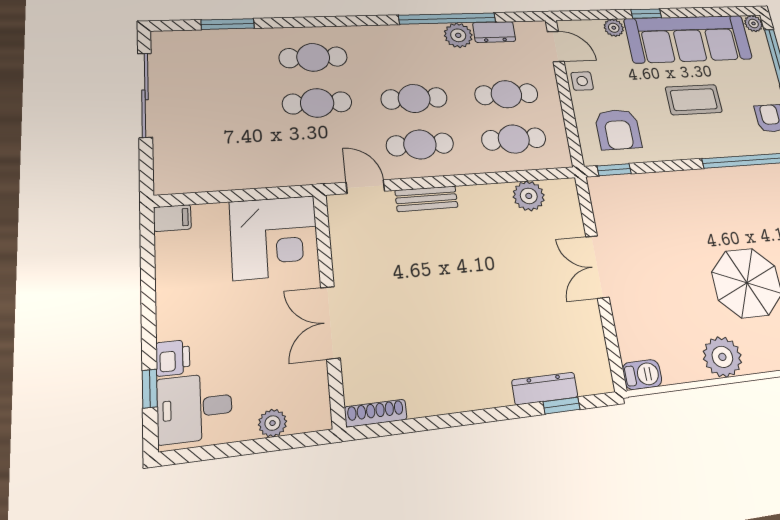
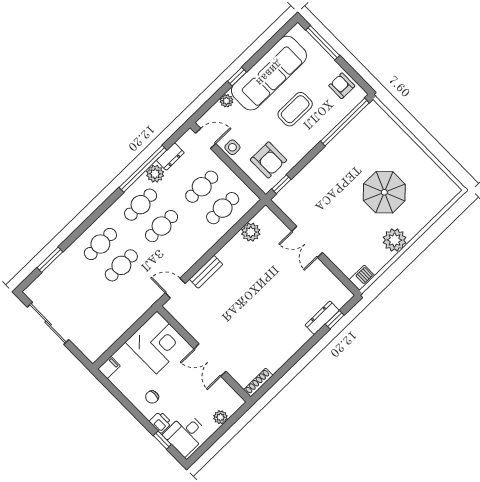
plant: (753, 23) -> (297, 31), removed
cafe table: (420, 144) -> (141, 205), moved
chair: (196, 310) -> (152, 397), added

